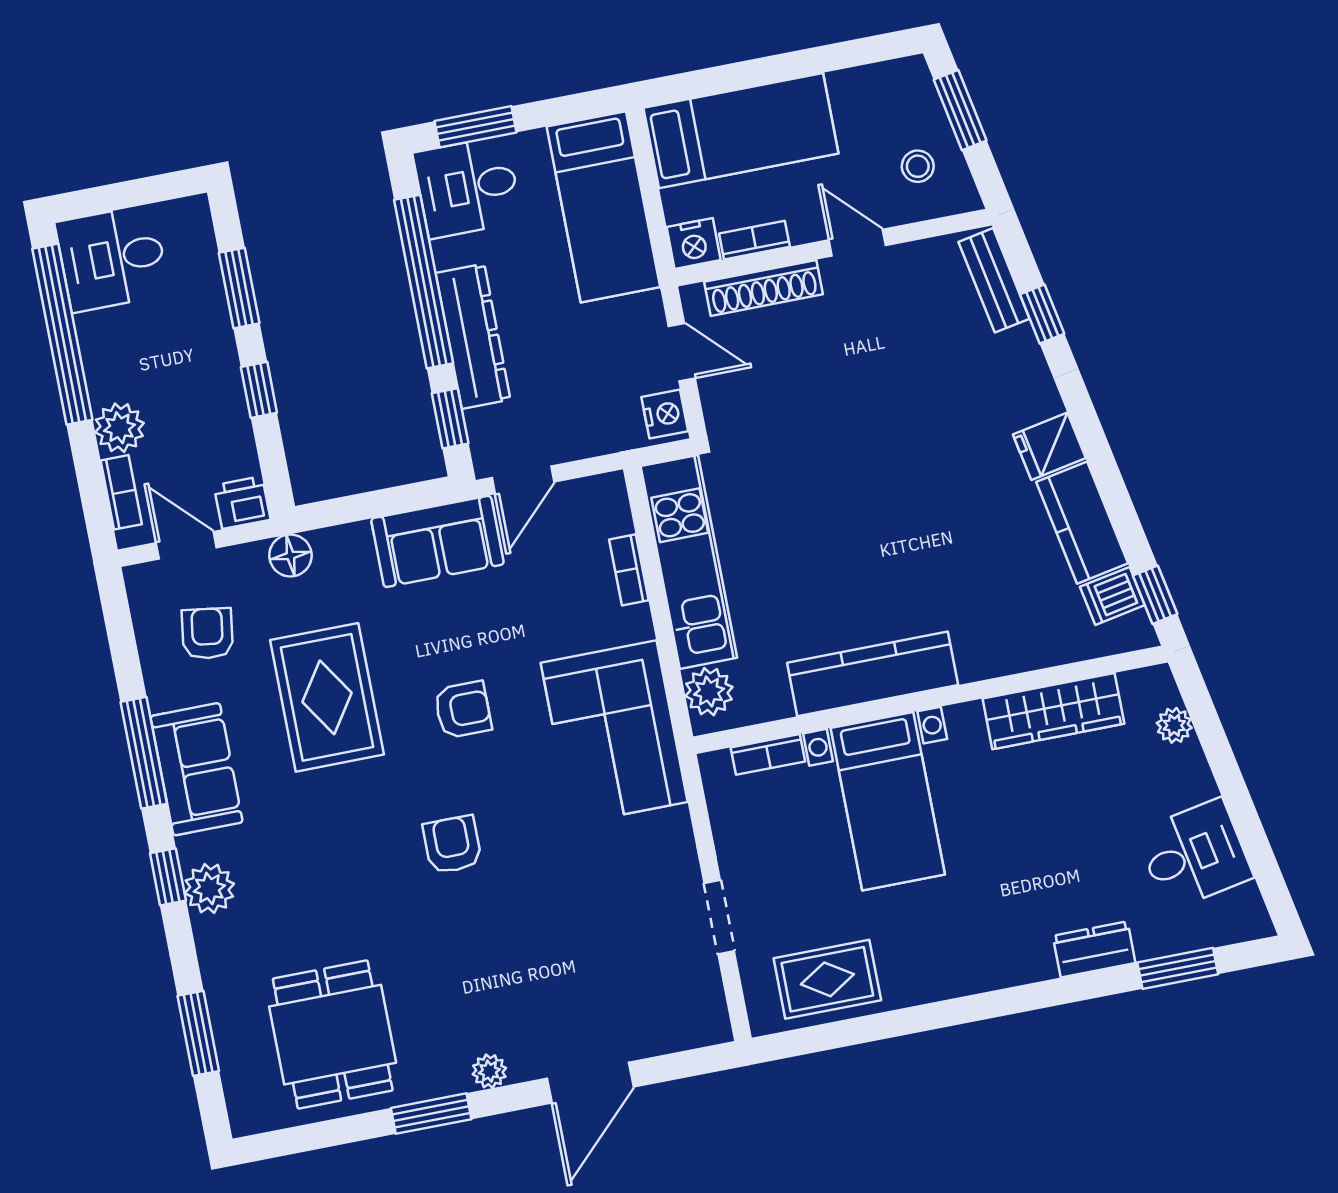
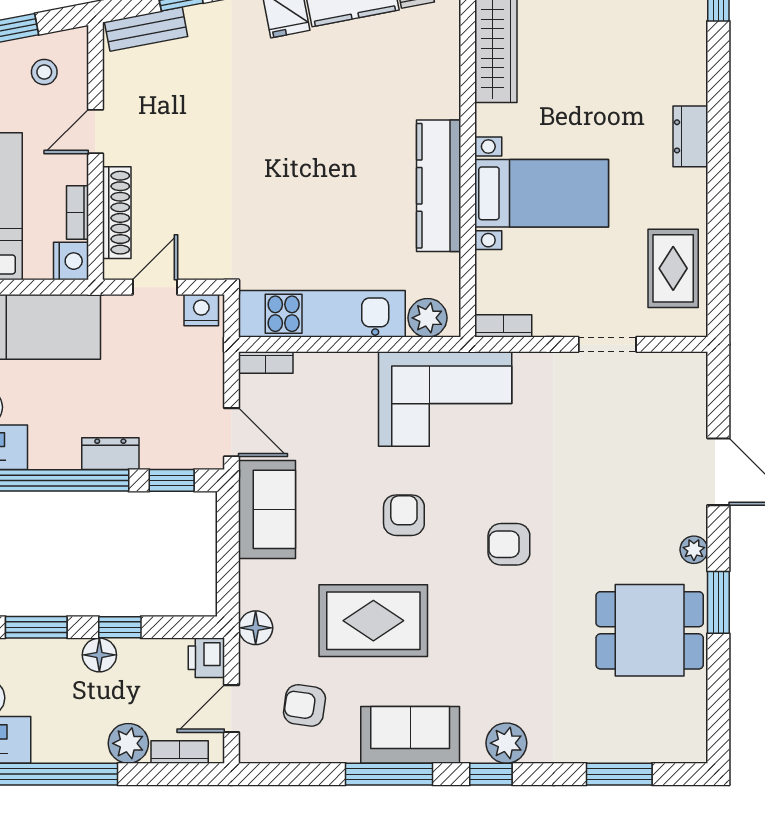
dresser: (473, 336) -> (110, 454), width x0.51, depth x0.80
floor lamp: (220, 372) -> (99, 655), added
bookcase: (629, 570) -> (266, 362), moved
bookcase: (768, 754) -> (503, 326), moved, turned -90
dresser: (1094, 949) -> (690, 136), moved
dining table: (333, 1035) -> (650, 630), moved

